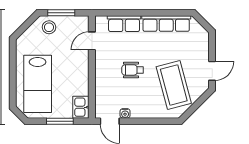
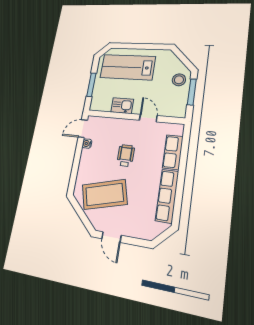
door: (92, 41) -> (148, 118), moved
kitchen sink: (81, 107) -> (122, 106), moved

